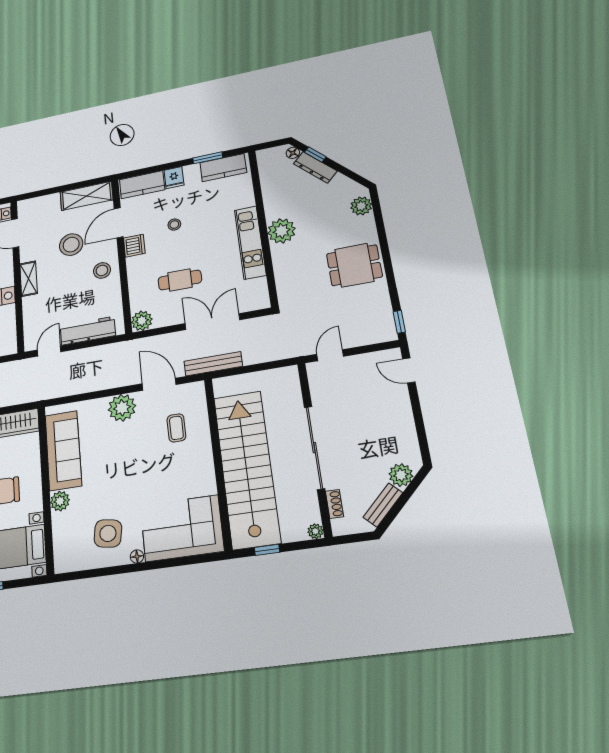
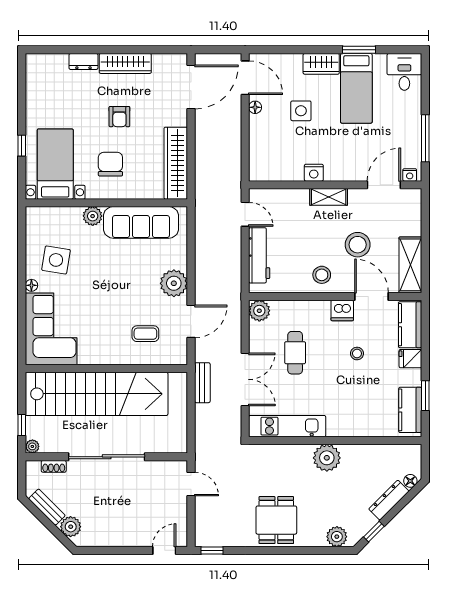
window: (315, 155) -> (374, 532), moved
kitchen unit: (250, 242) -> (287, 426), moved
bench: (213, 364) -> (202, 383), width x0.73
window: (267, 550) -> (22, 425), moved

